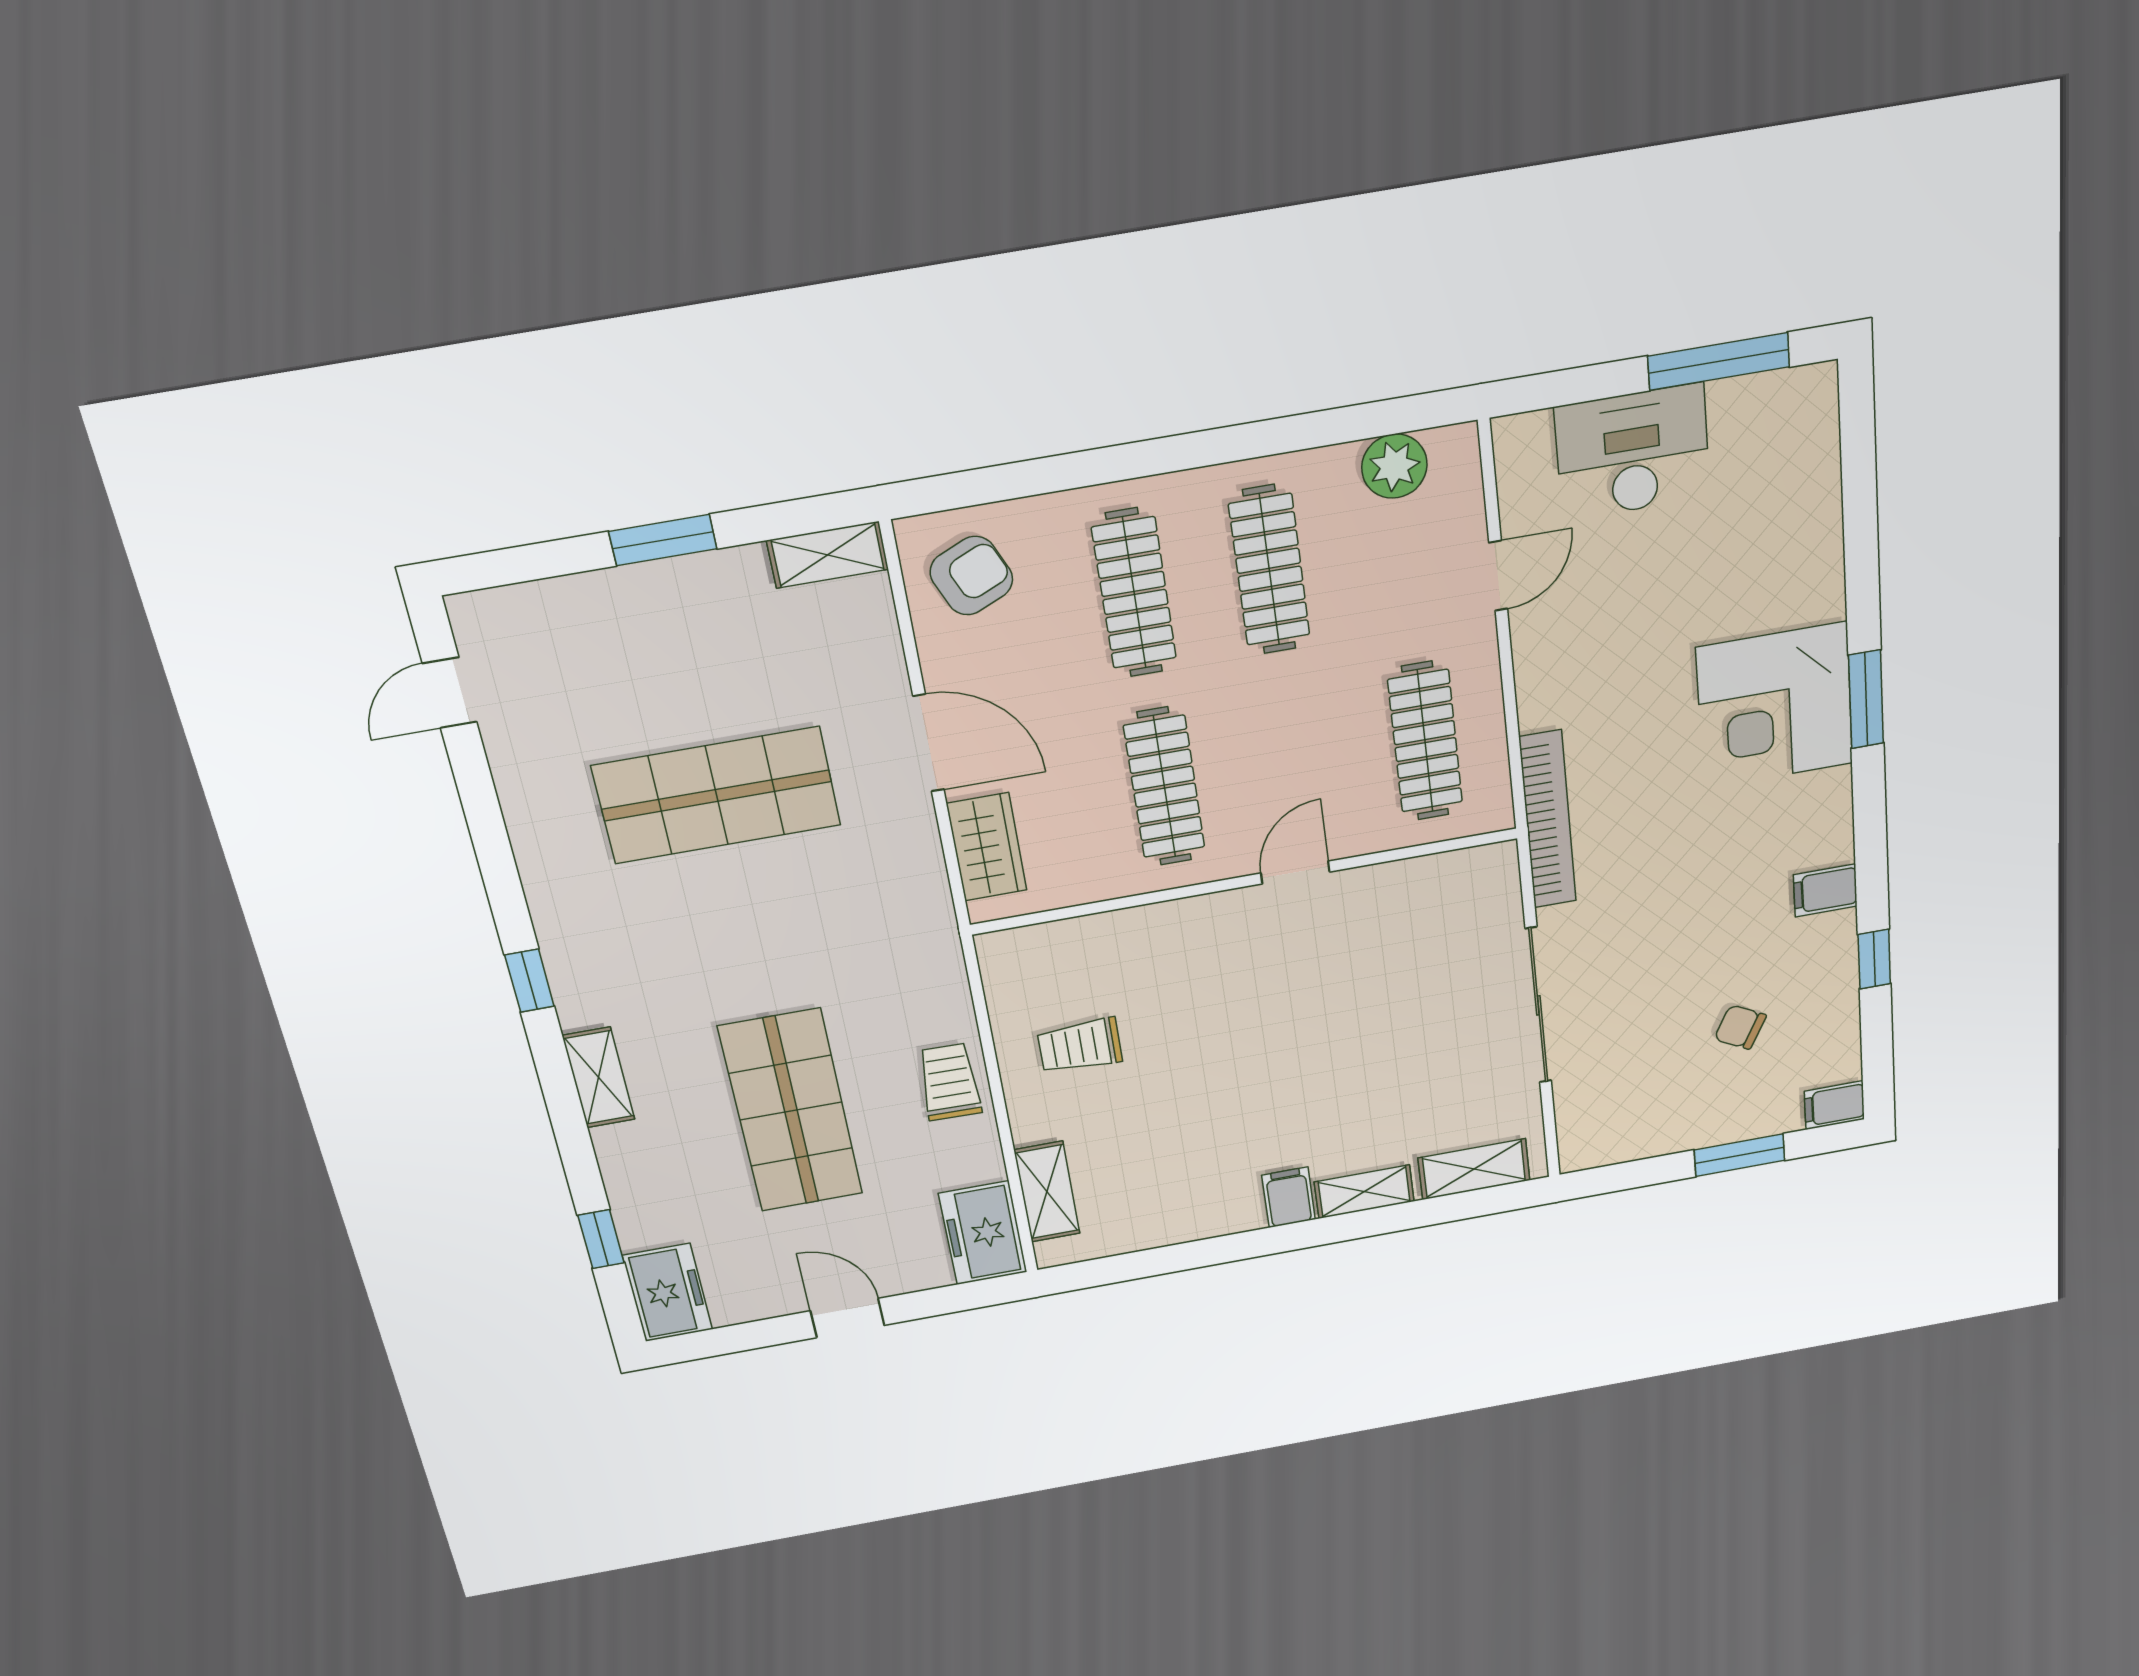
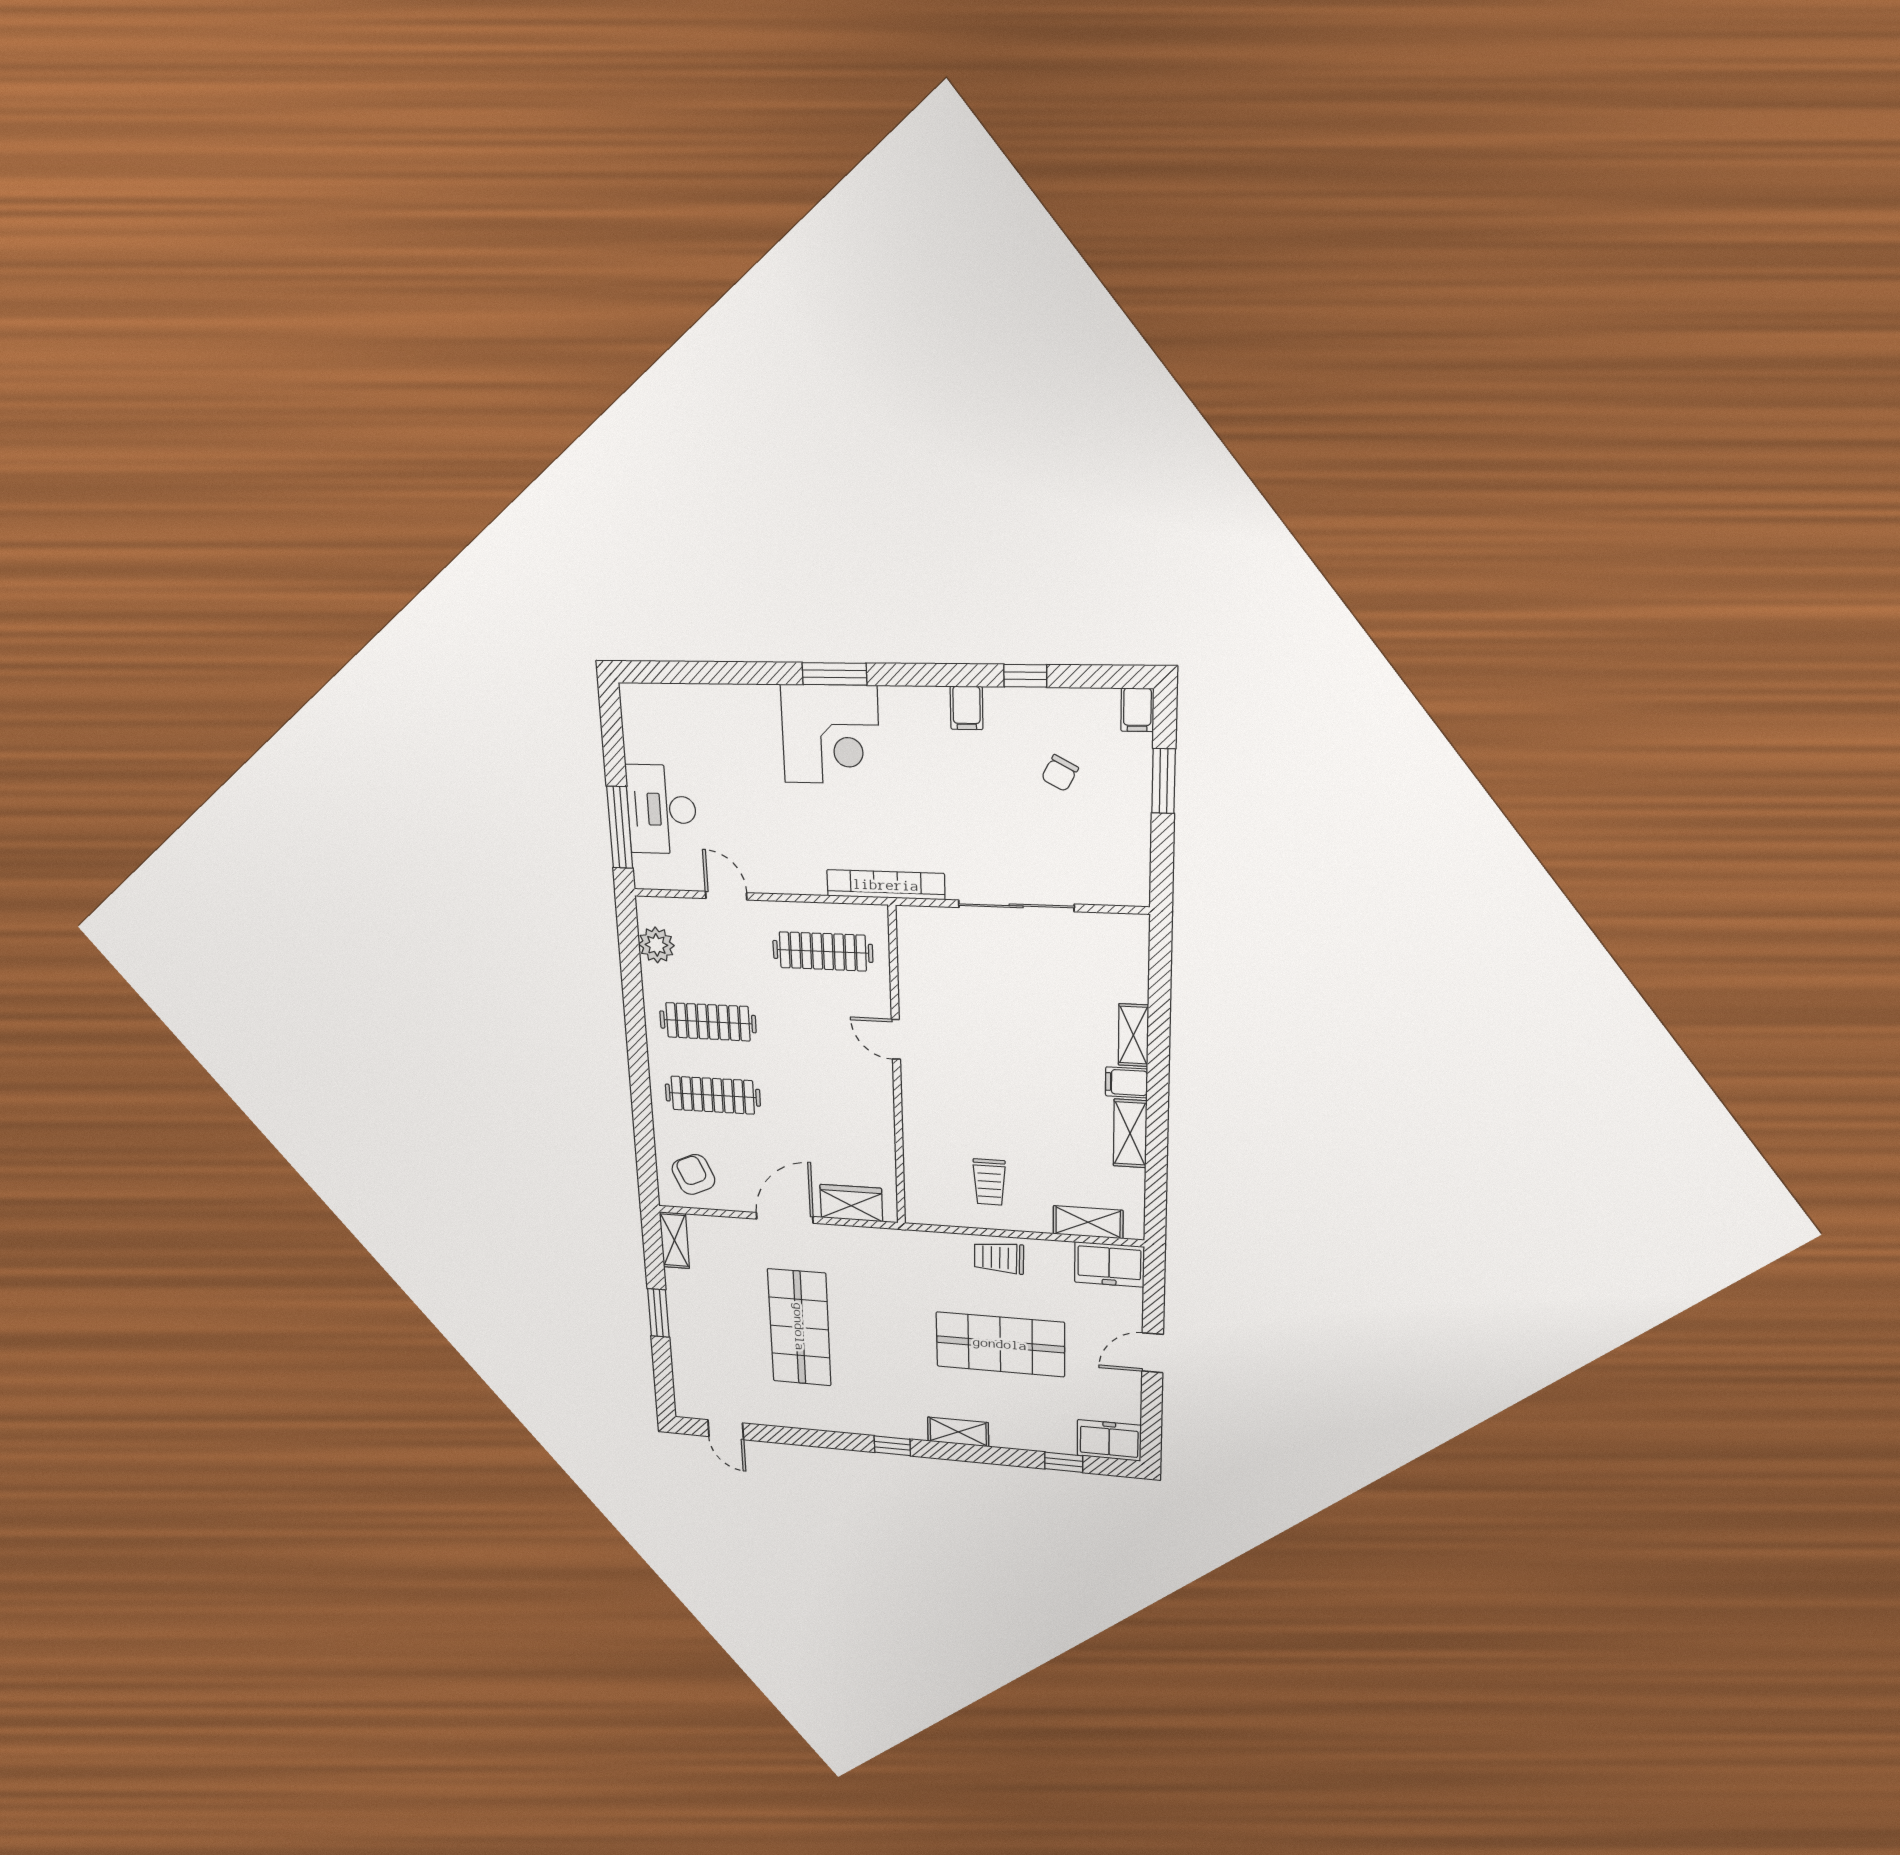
window: (1719, 361) -> (620, 827), moved
clothes rail: (1164, 787) -> (829, 1102), removed
shelving: (1474, 1169) -> (1130, 1133), moved

